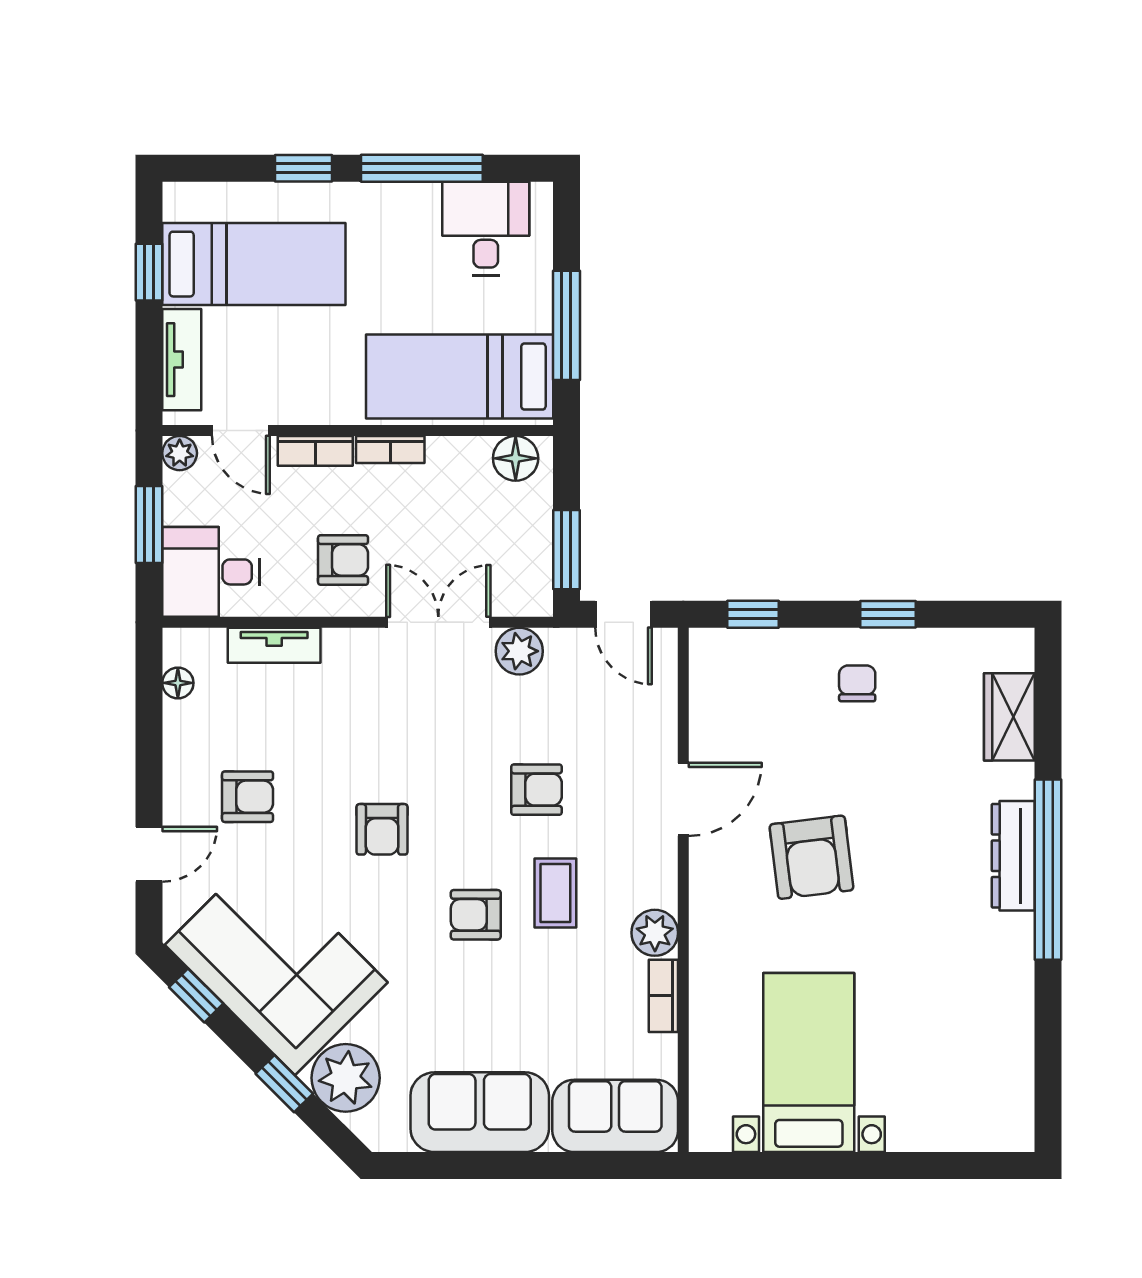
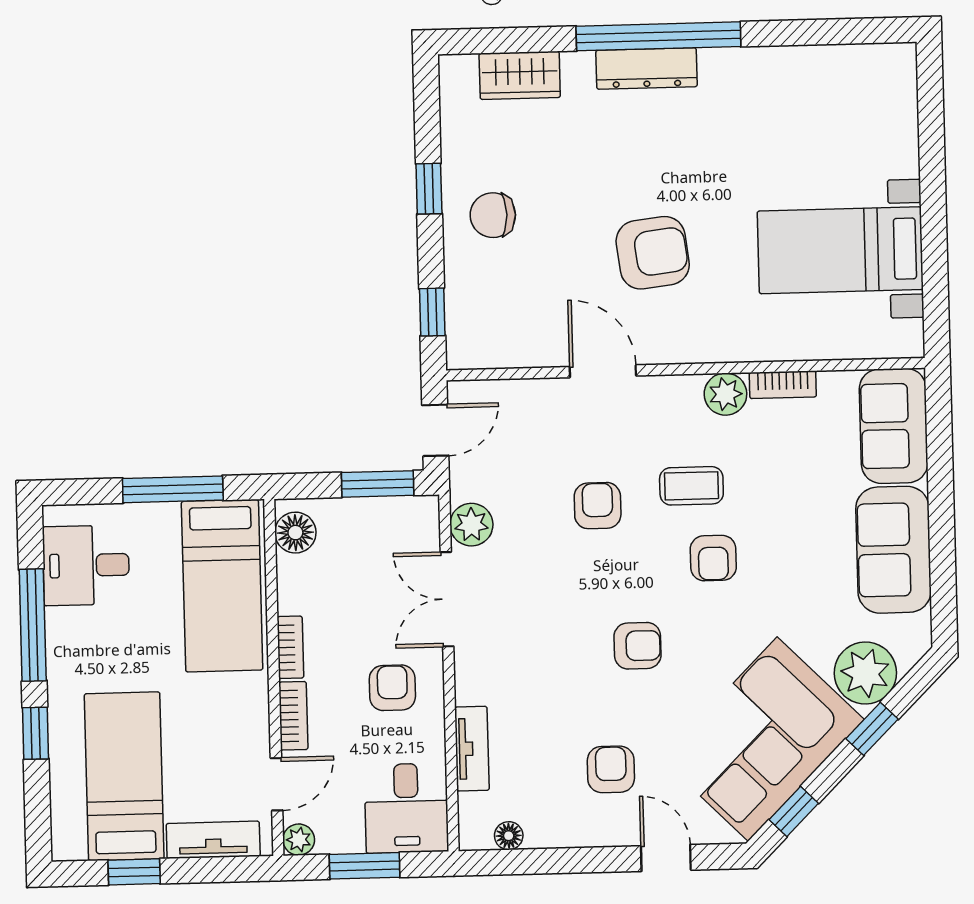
chair: (857, 683) -> (493, 215), width x1.37, depth x1.37

